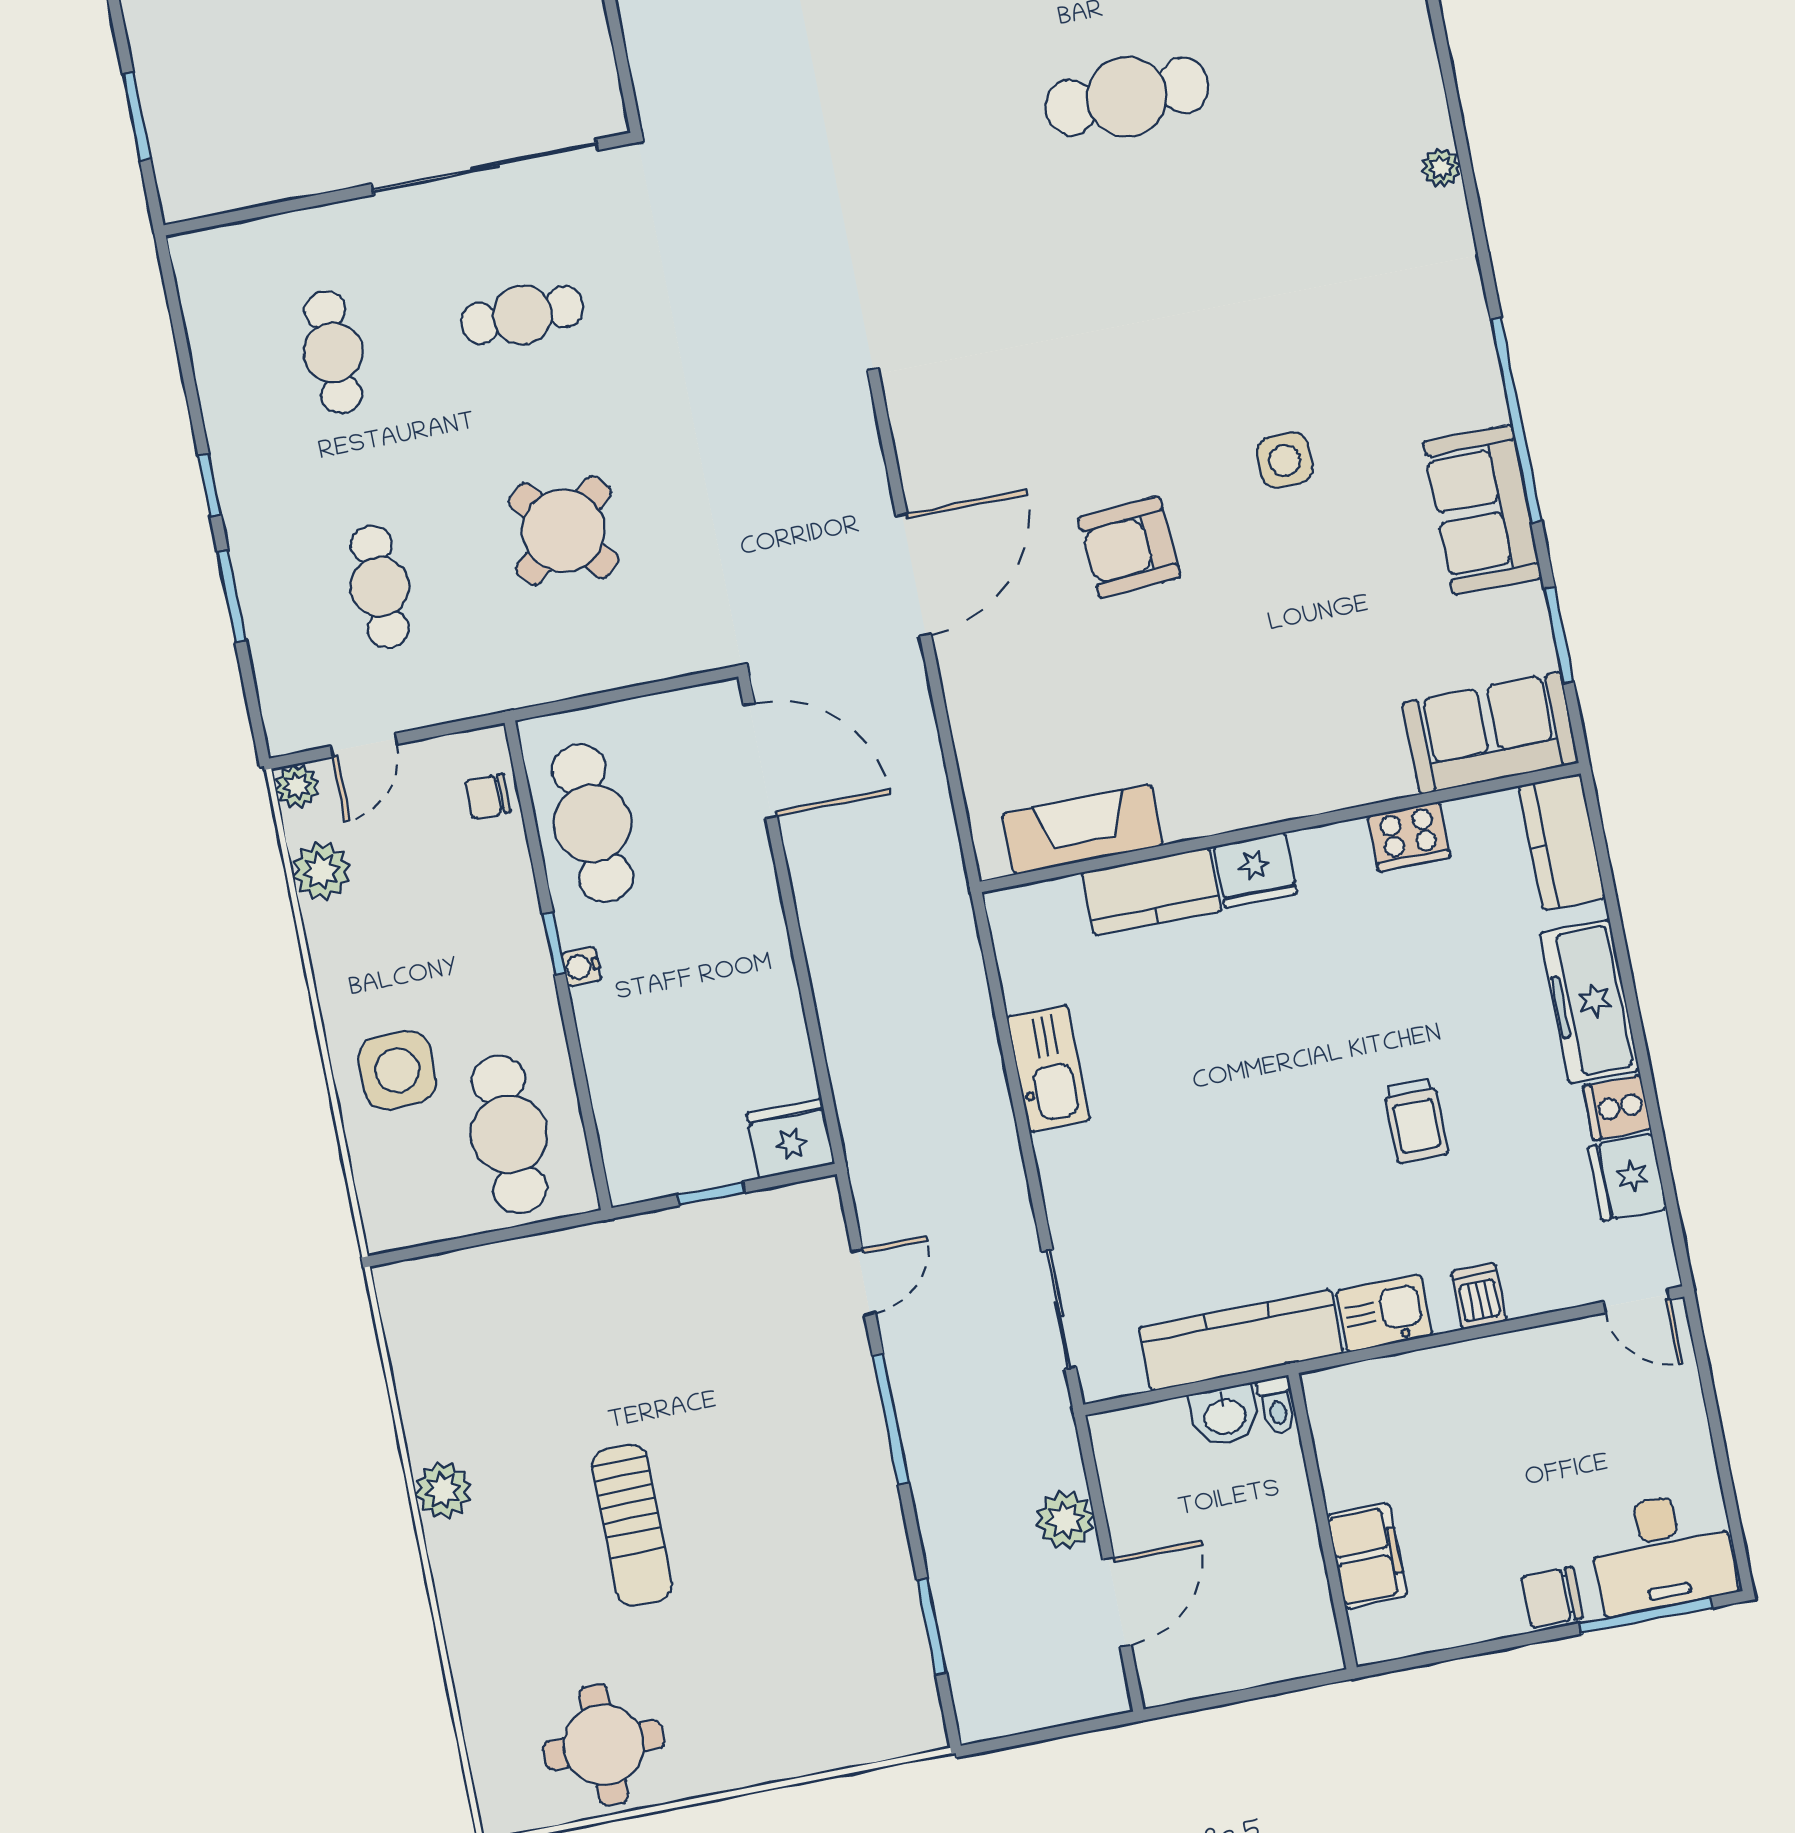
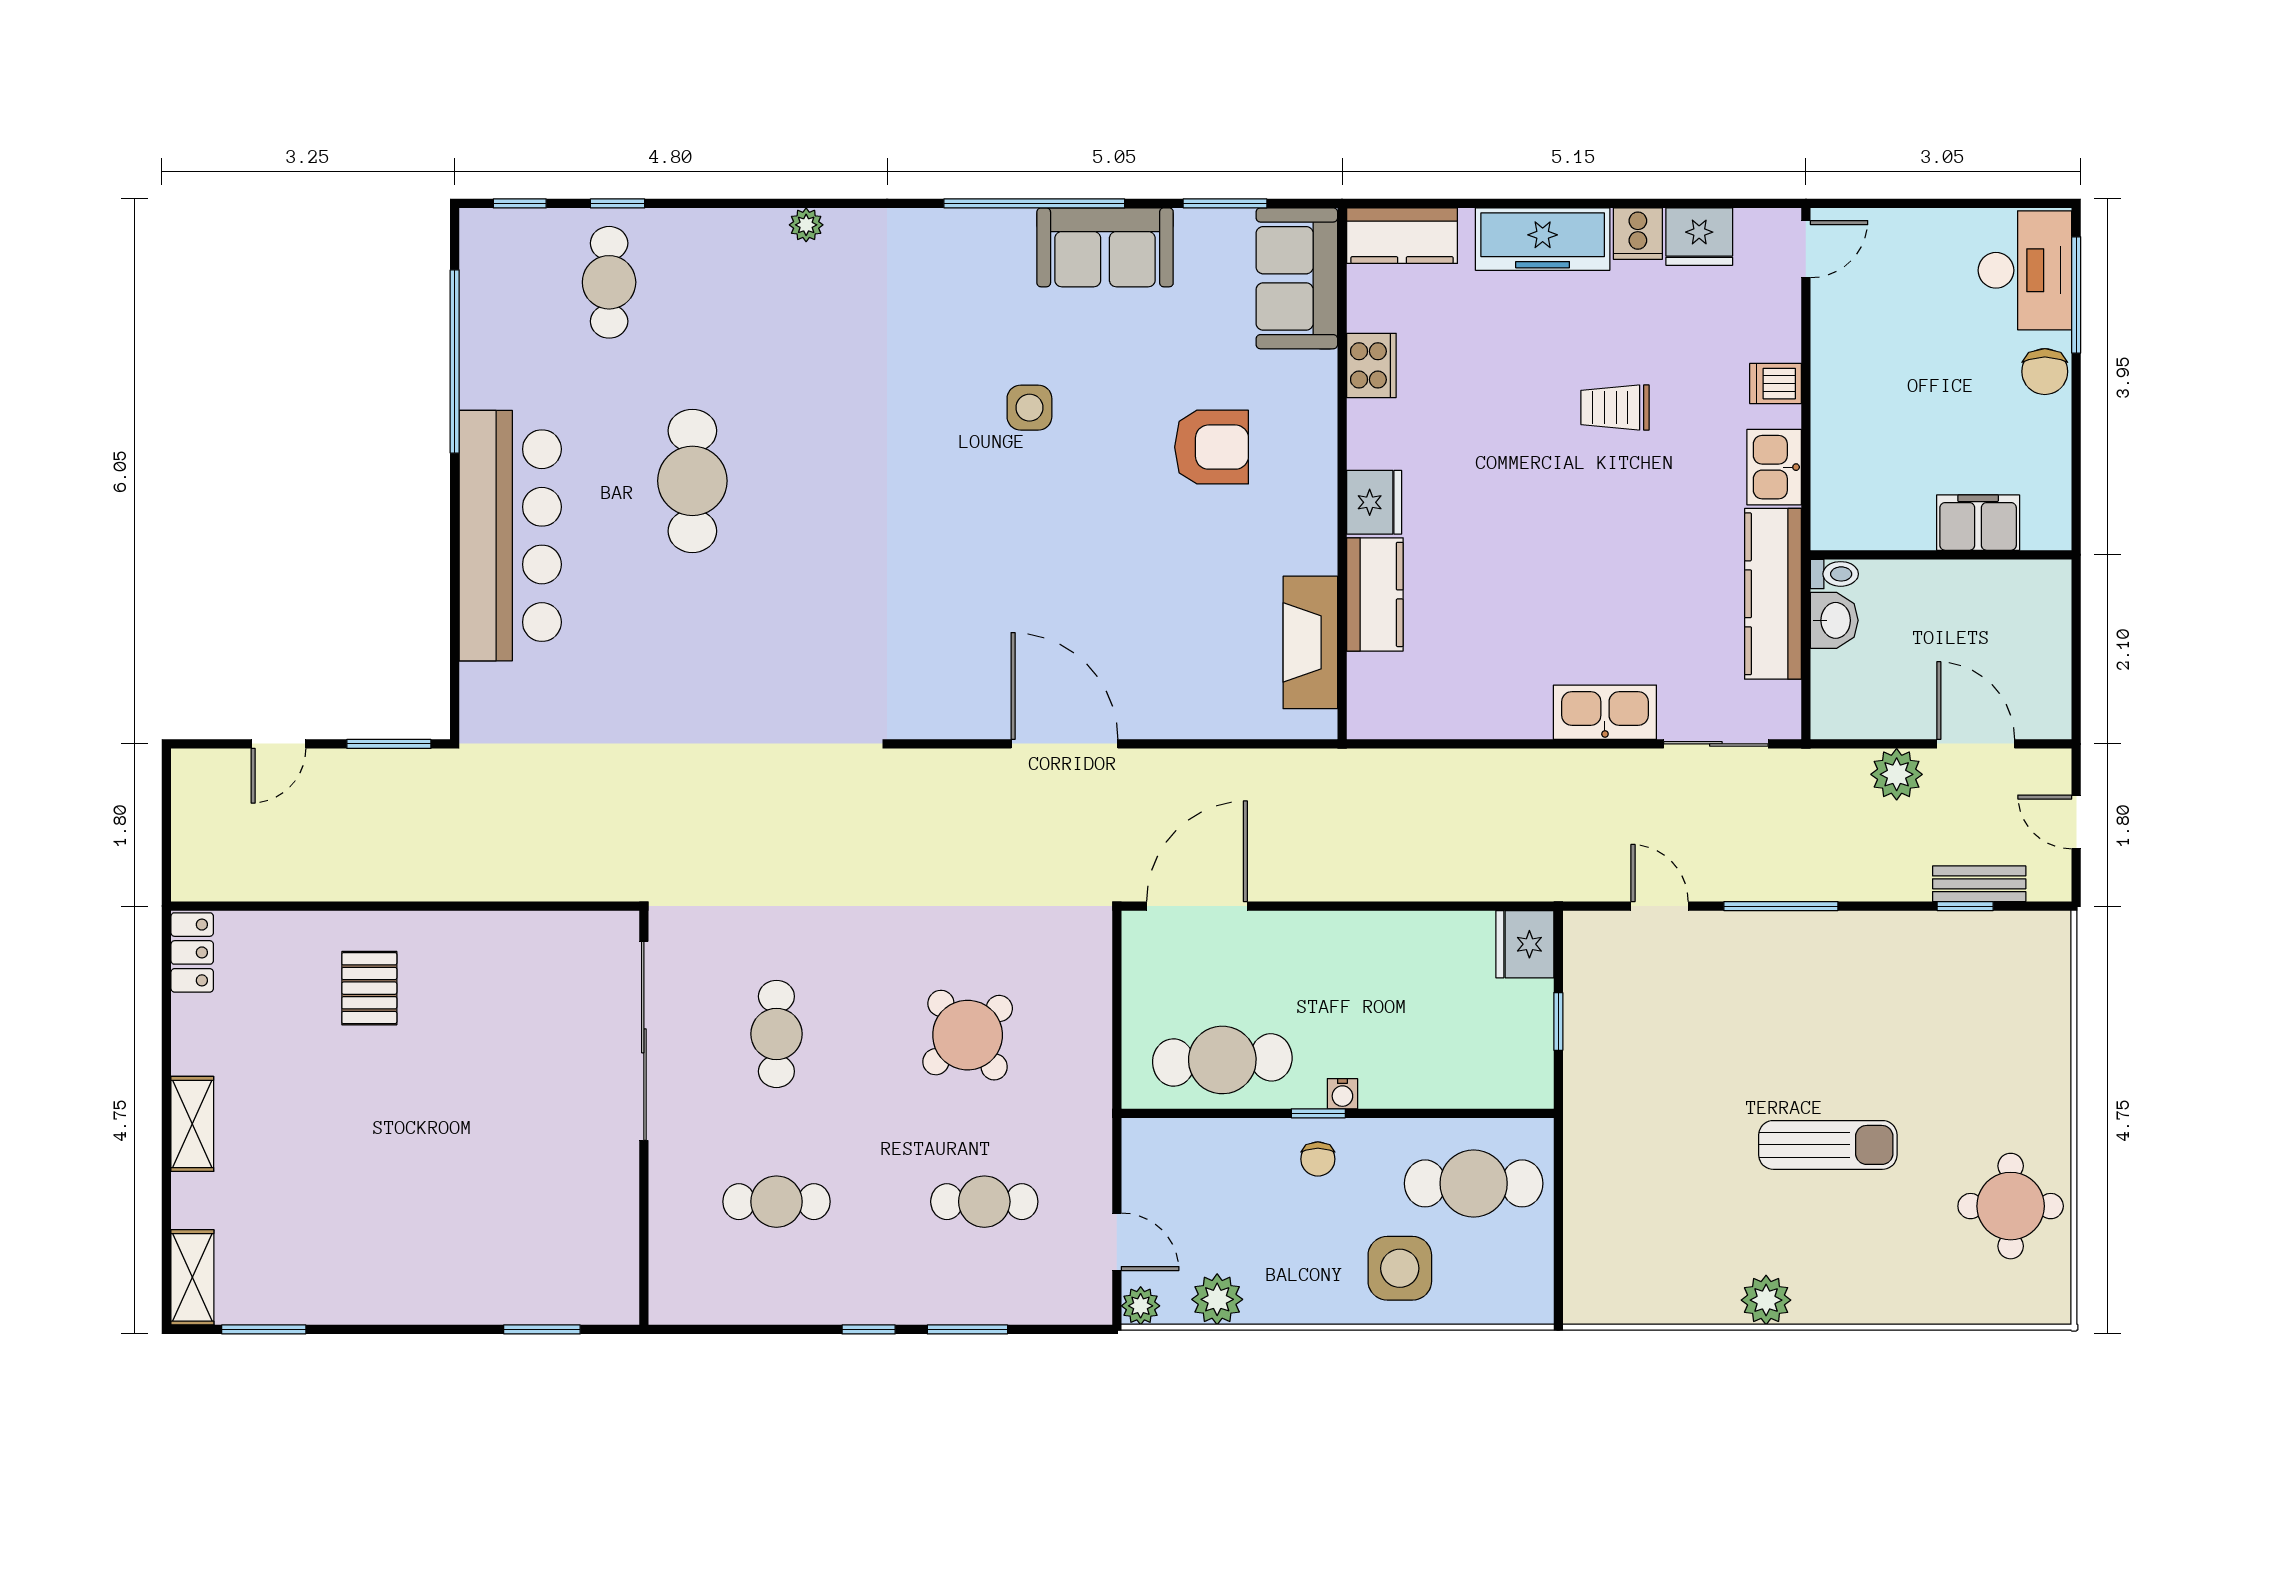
armchair: (1129, 547) -> (1212, 447), moved, turned -86
chair: (488, 796) -> (1318, 1159), moved
kitchen sink: (1048, 1069) -> (1605, 712), moved
trolley: (1416, 1121) -> (1615, 407), turned 180
window: (932, 1627) -> (1965, 906), width x0.67
bench: (960, 1638) -> (1979, 884), added
door: (1051, 1733) -> (2076, 822), added

